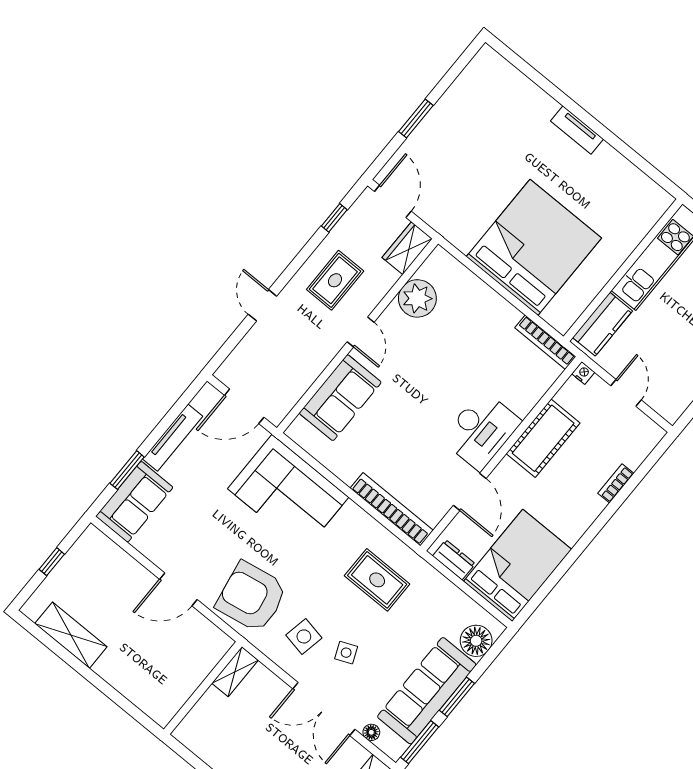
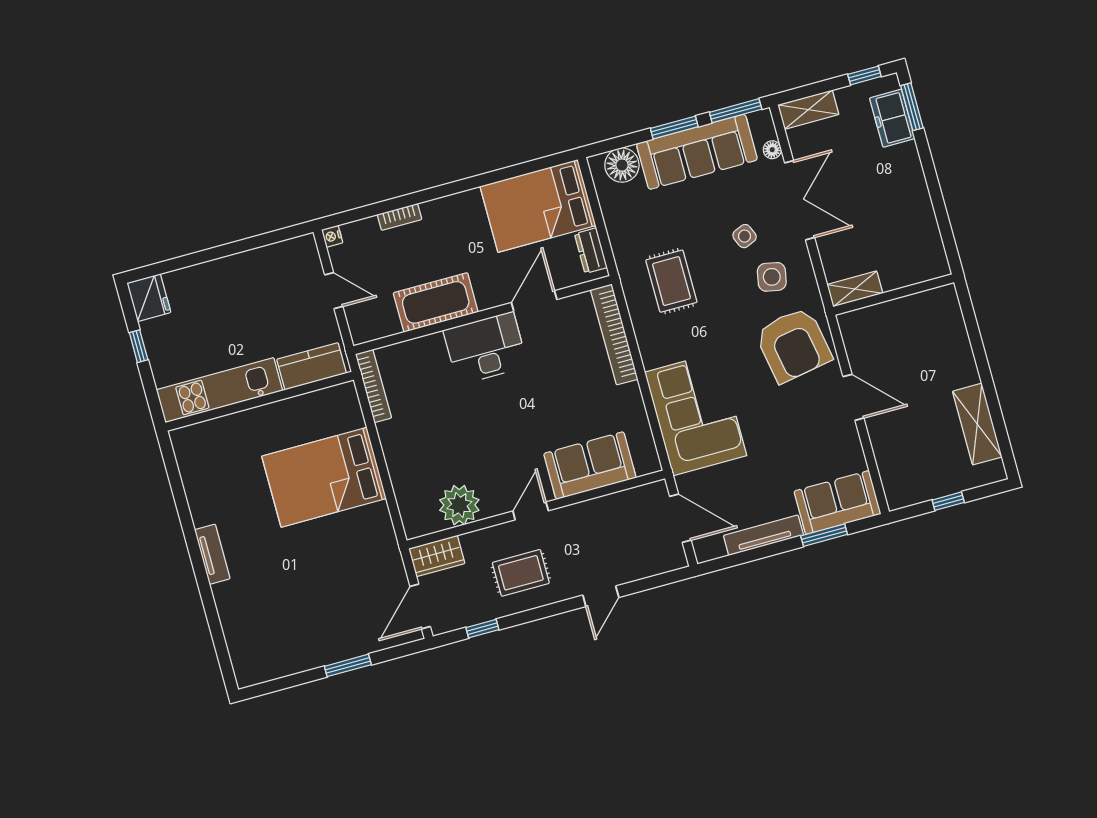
bed: (534, 247) -> (324, 477), width x0.73
nightstand: (583, 373) -> (332, 236), moved
door: (626, 393) -> (334, 291), swing flipped

